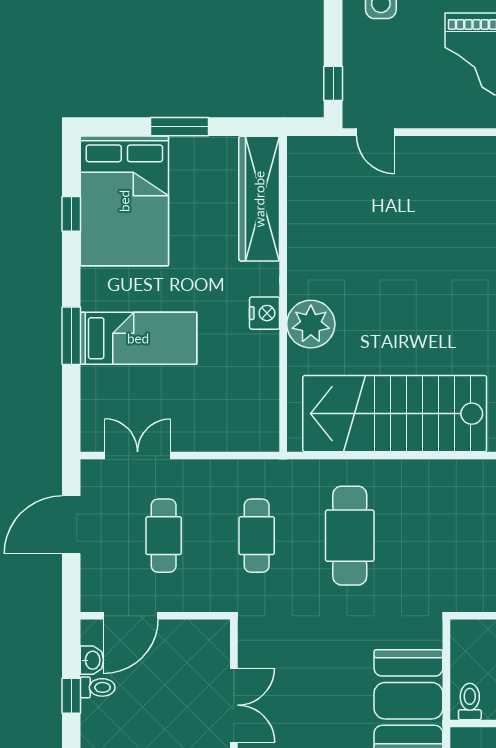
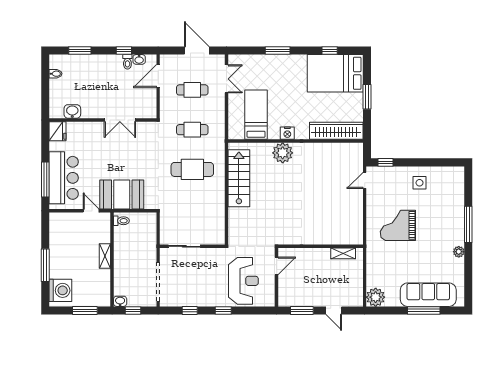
bed: (138, 338) -> (256, 115), moved, turned 180
stairs: (395, 414) -> (239, 178), width x0.73, depth x0.66
door: (131, 616) -> (158, 76), hinge flipped

